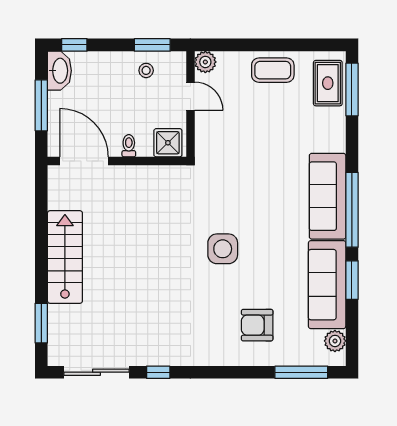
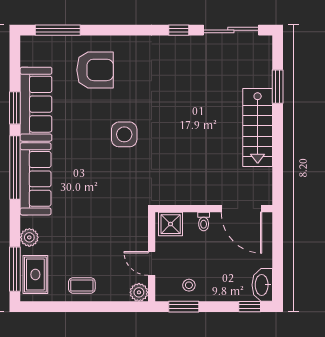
coffee table: (273, 70) -> (82, 285), width x0.73, depth x0.77
window: (41, 105) -> (278, 256), removed
window: (41, 323) -> (278, 87), moved
armchair: (257, 325) -> (95, 70), width x1.36, depth x1.36
plant: (335, 341) -> (29, 237), moved

